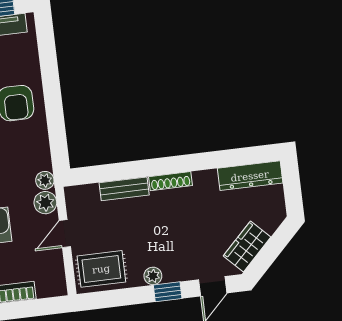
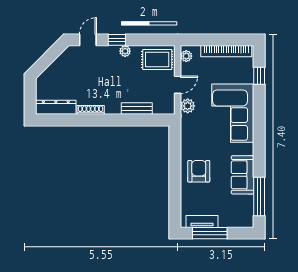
plant: (45, 180) -> (186, 56), moved
shoe rack: (170, 181) -> (91, 110), moved
wardrobe: (247, 247) -> (63, 63), removed

